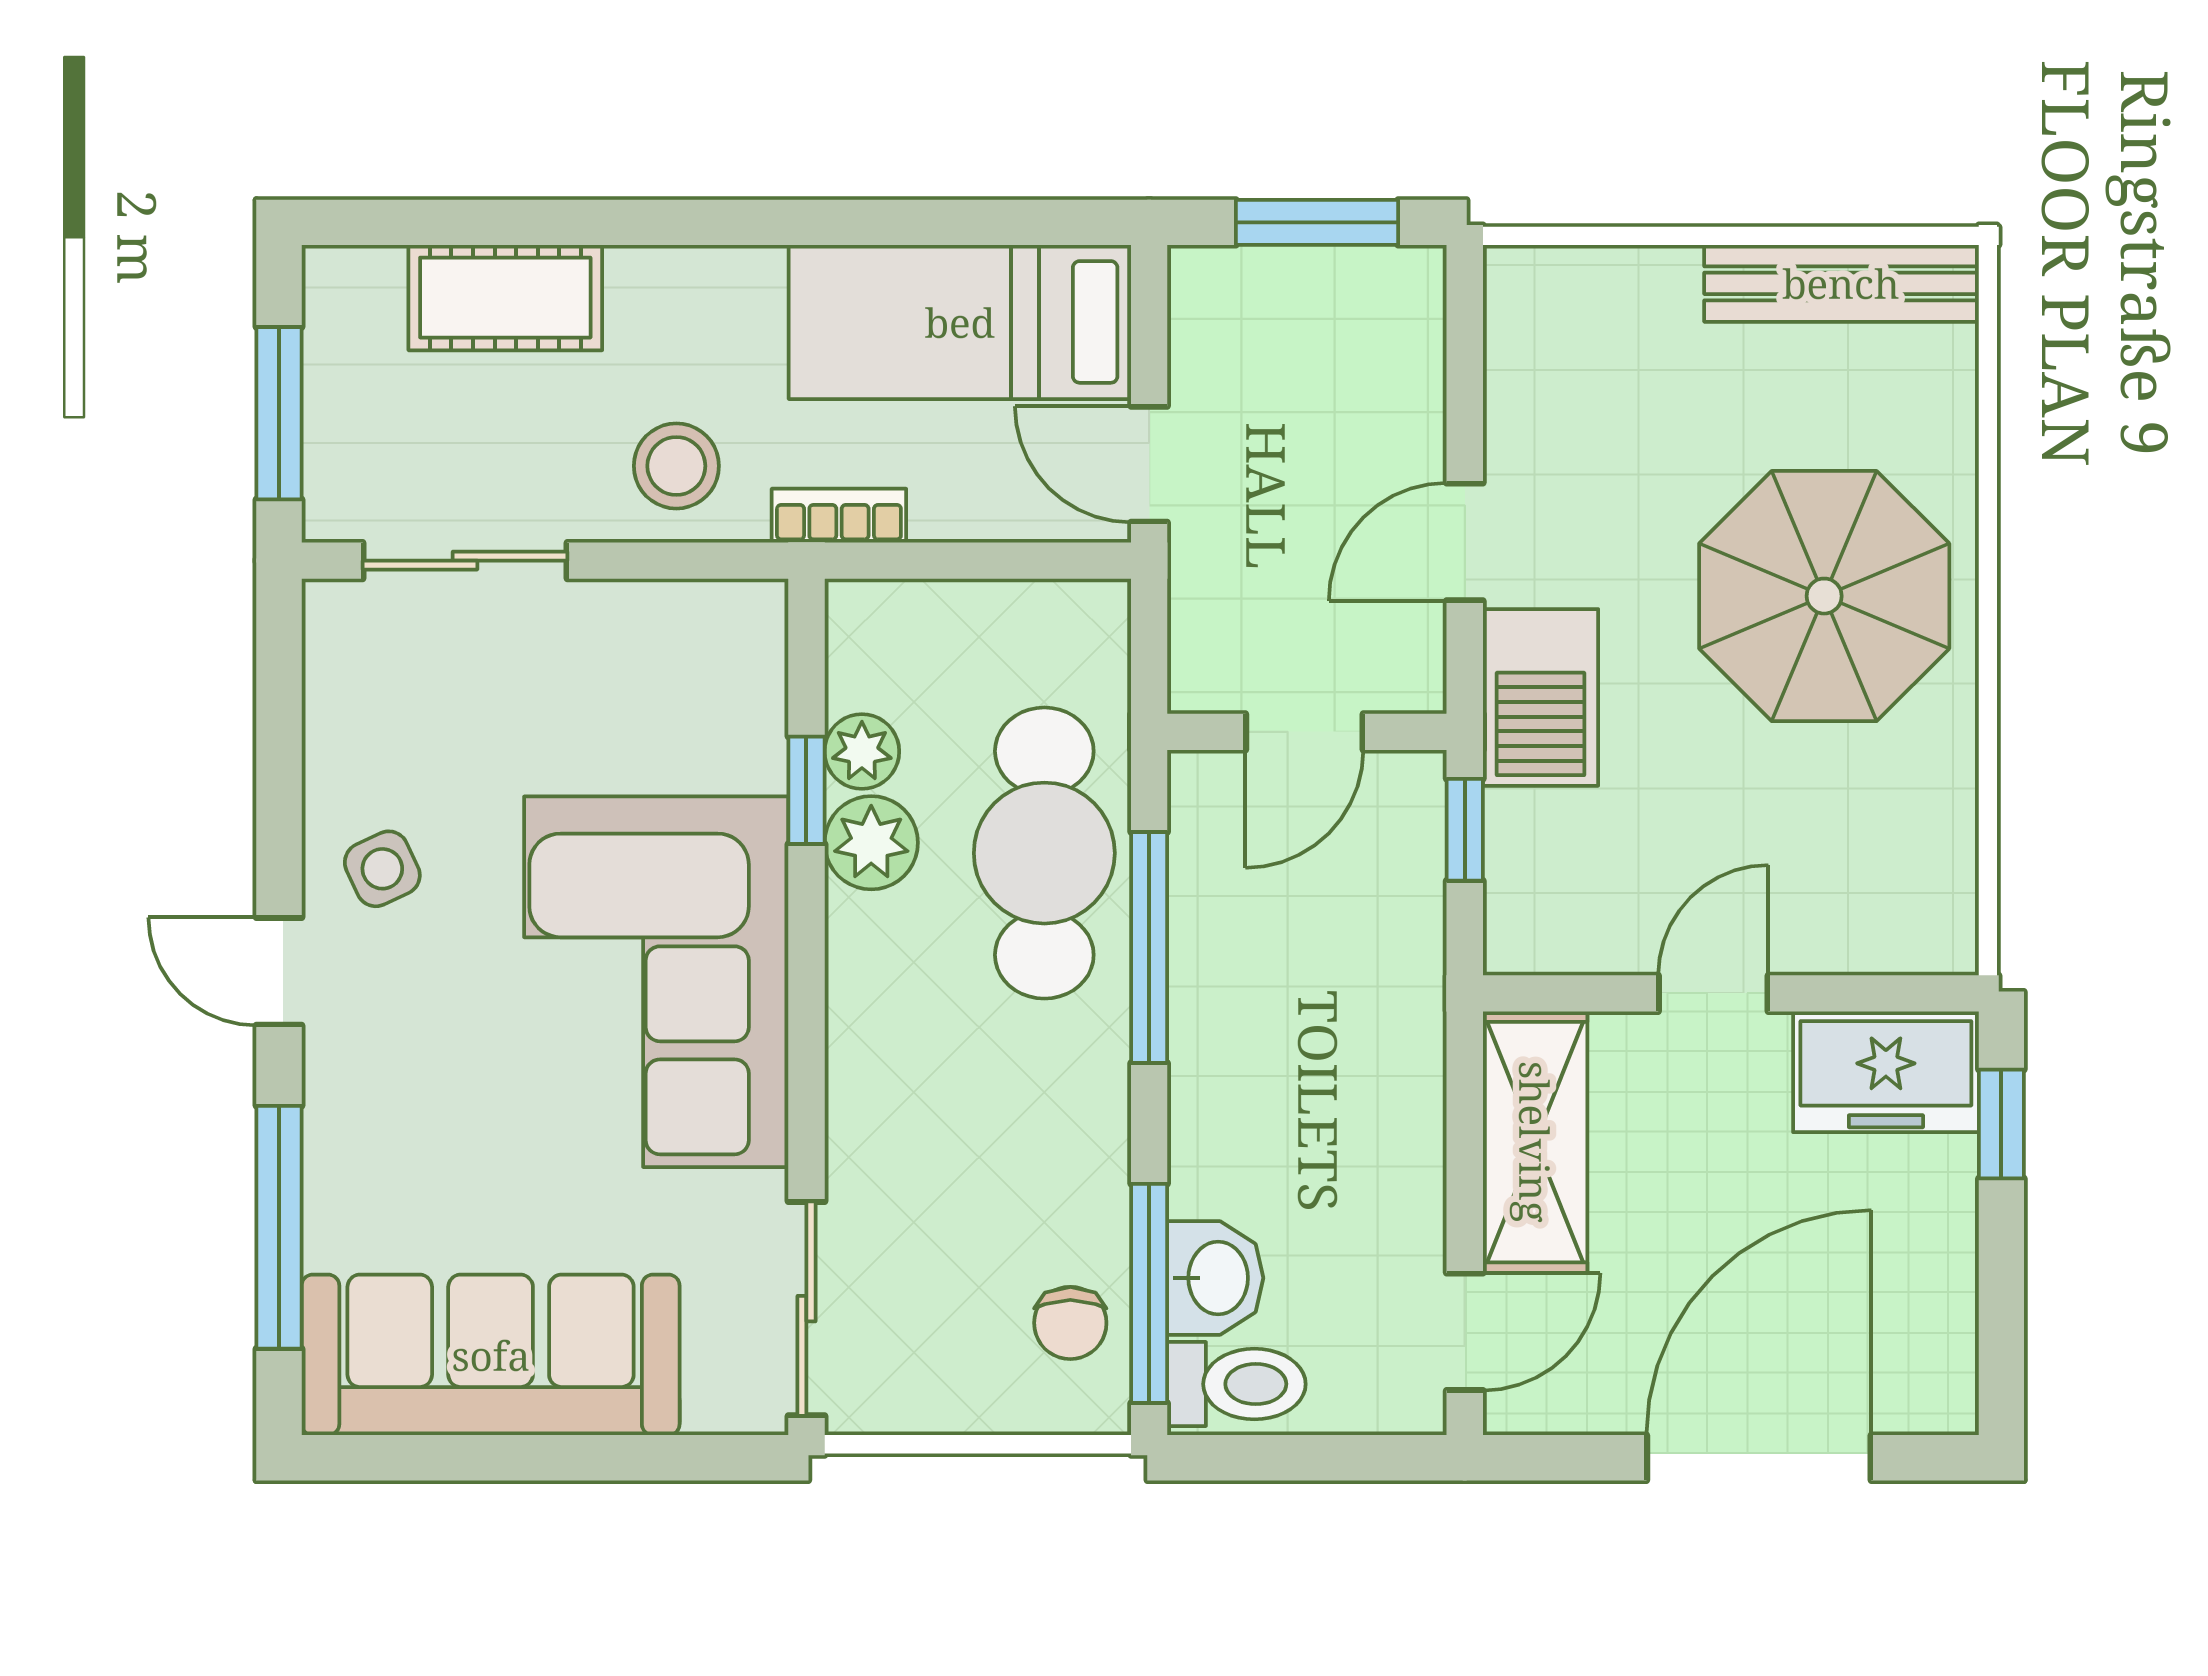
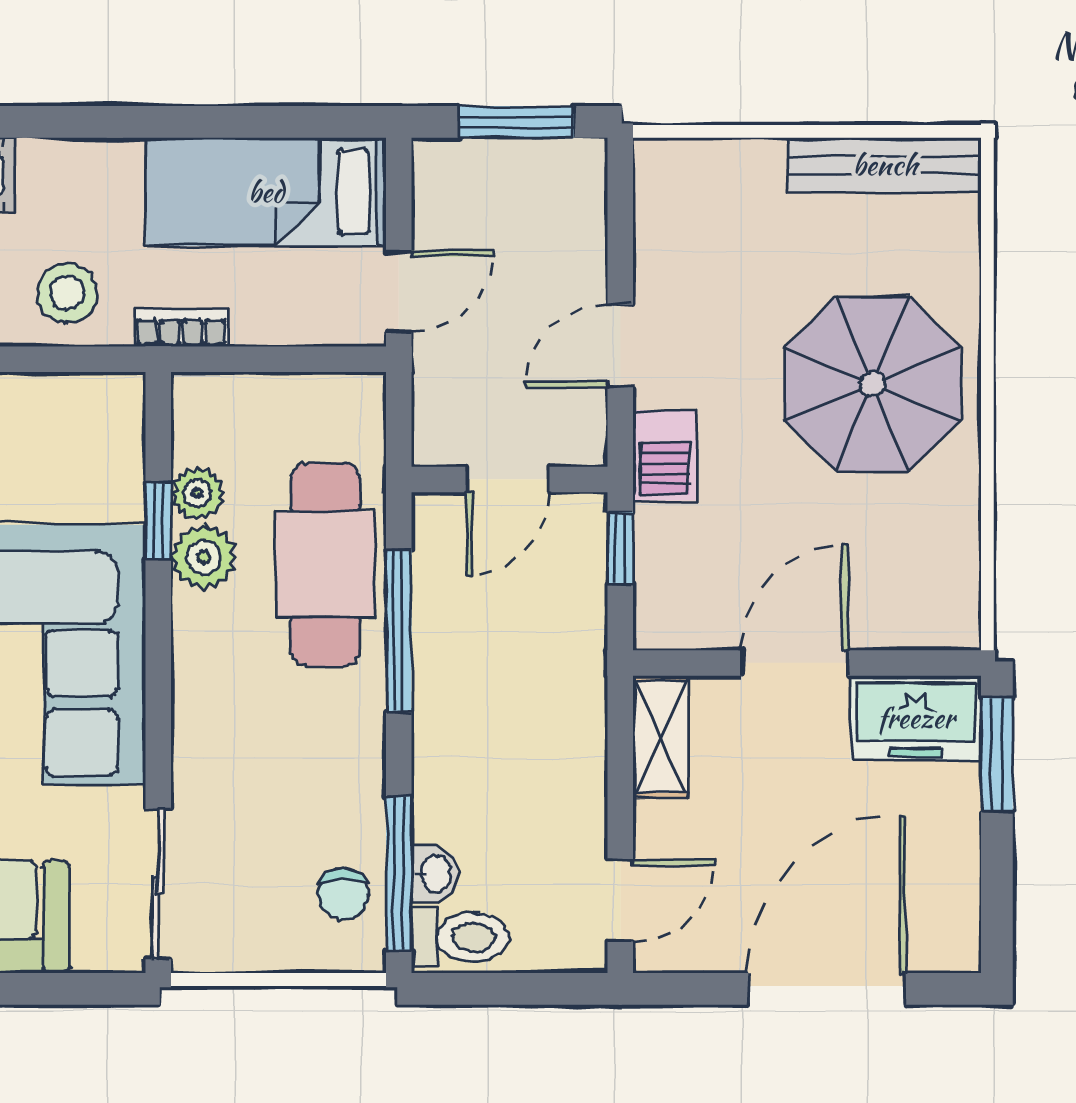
door: (1149, 464) -> (399, 292), swing flipped
barbecue: (1540, 697) -> (665, 455), width x0.73, depth x0.79
door: (1713, 993) -> (795, 663), width x1.38
window: (2001, 1124) -> (997, 755), width x1.50
shelving: (1535, 1142) -> (660, 737), width x0.67, depth x0.75
washbasin: (1215, 1278) -> (435, 874), width x0.72, depth x0.69

